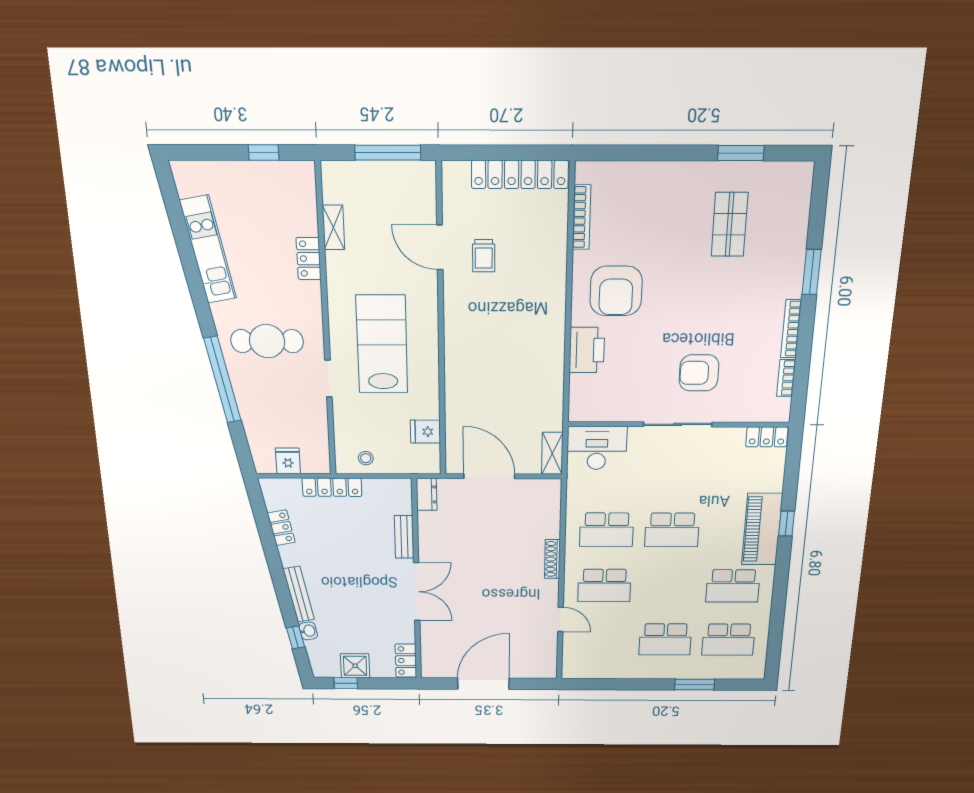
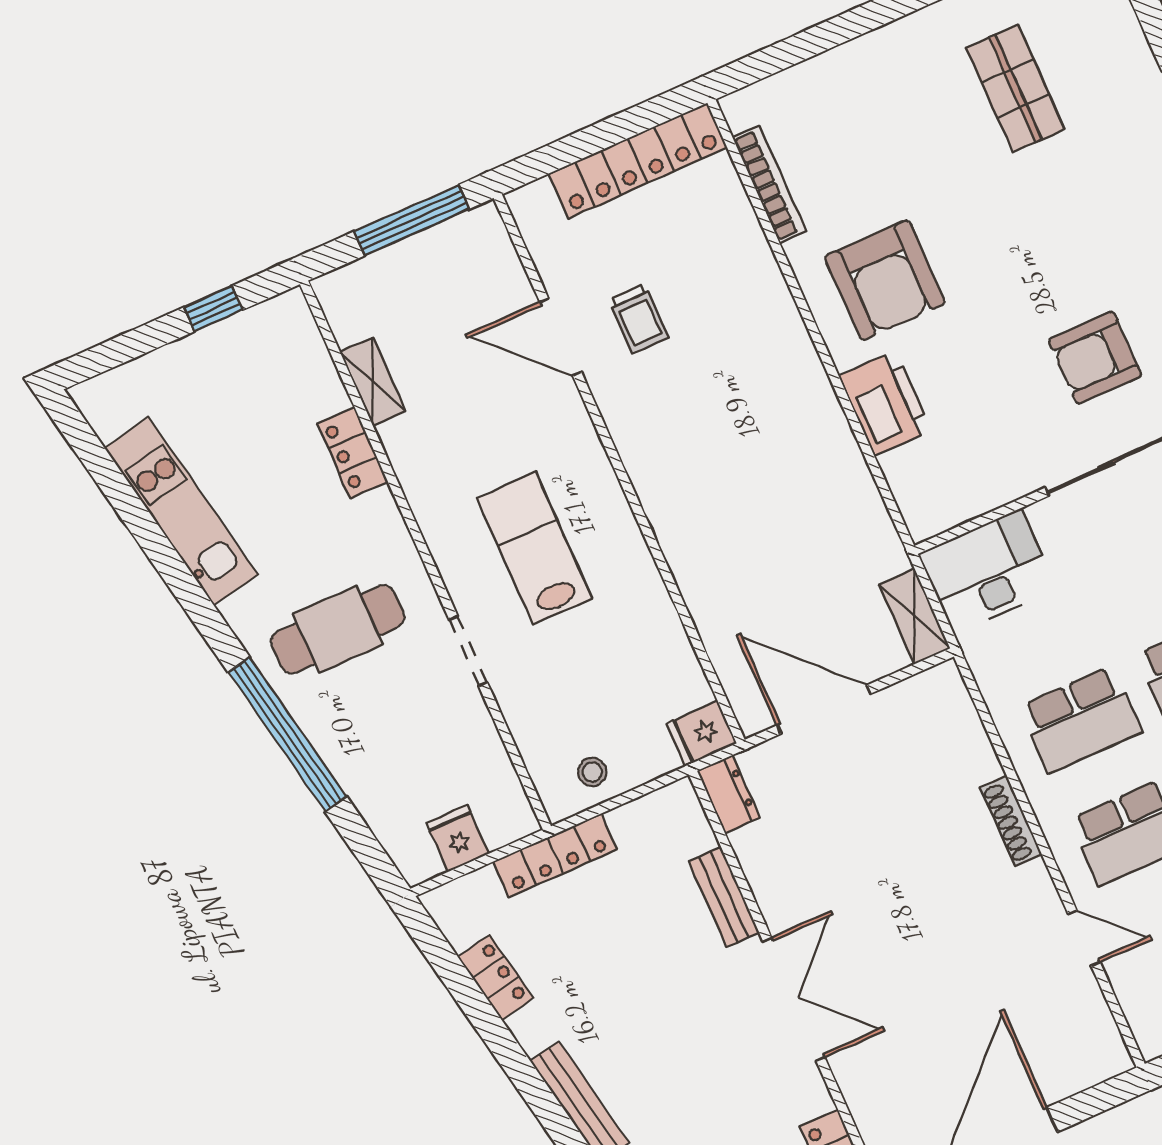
lab bench: (382, 344) -> (534, 548), width x0.73, depth x0.72
fridge: (425, 432) -> (702, 733), moved

